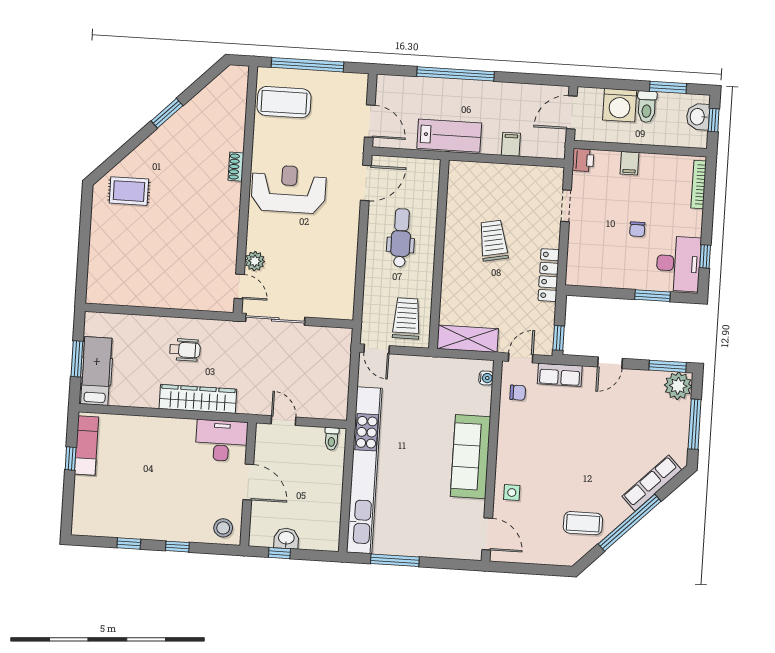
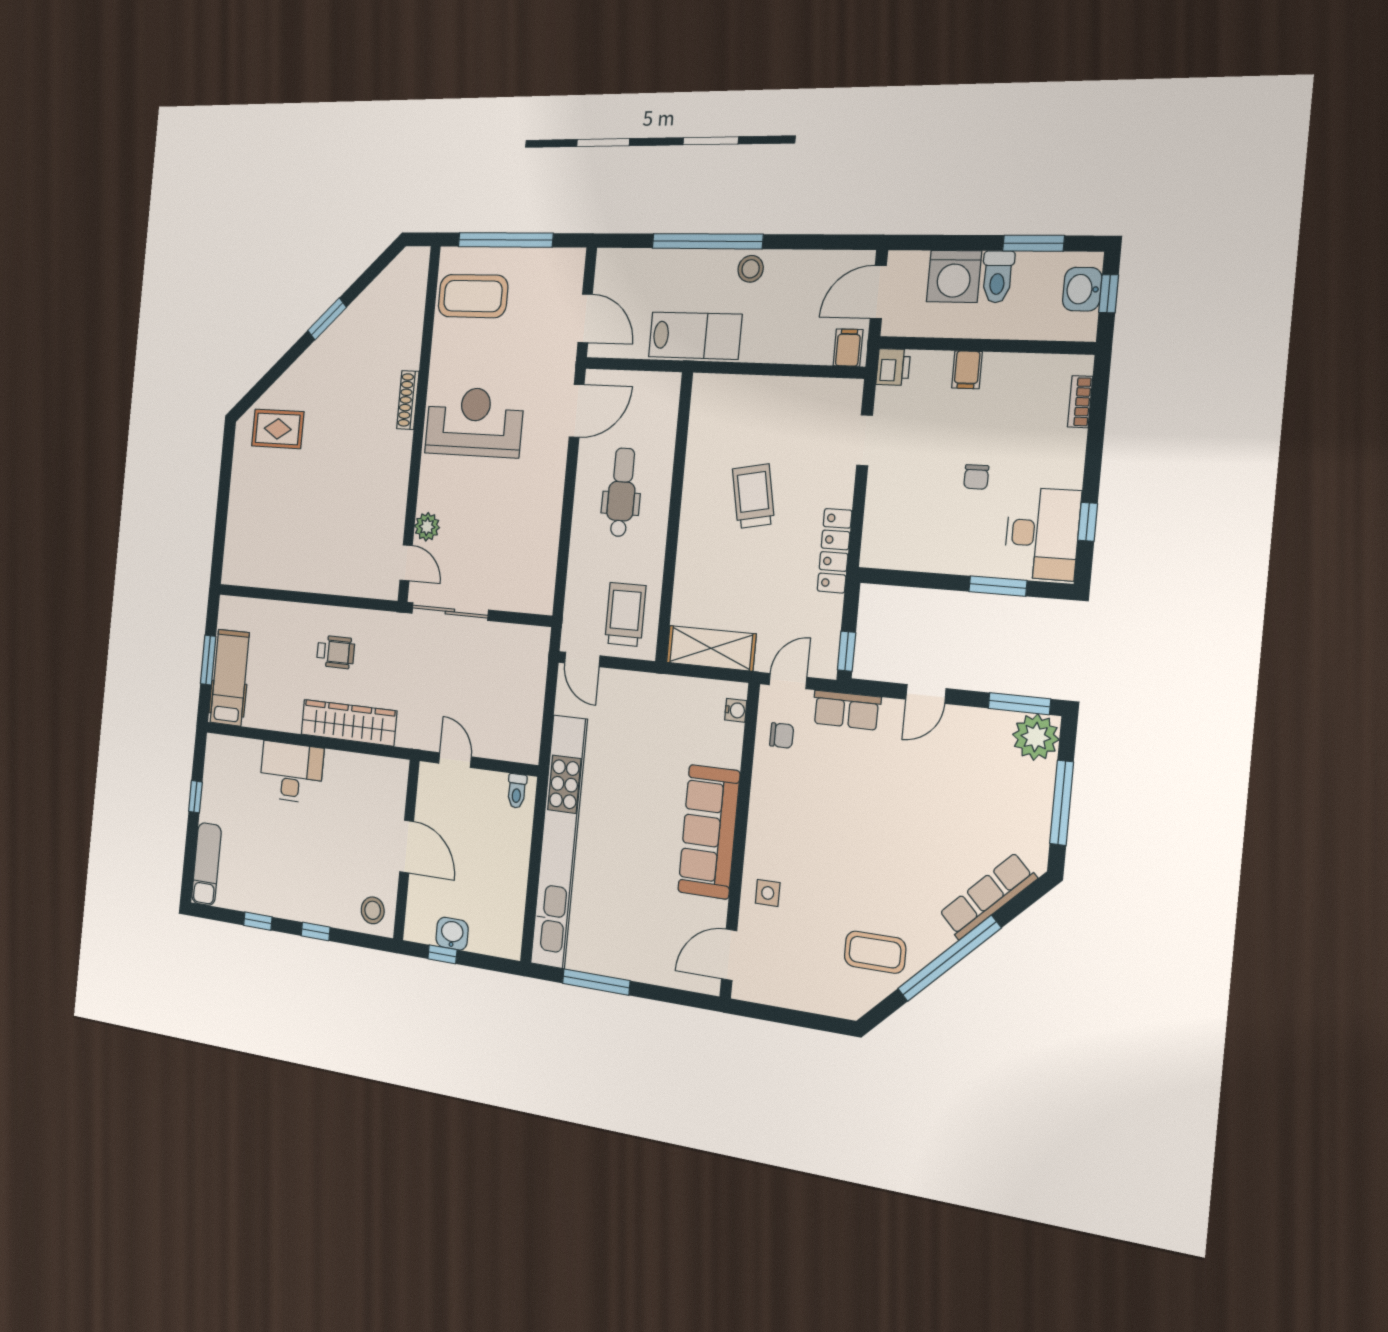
stool: (486, 94) -> (751, 269), added
filing cabinet: (511, 144) -> (848, 348), moved
shoe rack: (236, 167) -> (408, 400), width x1.43
bookcase: (699, 184) -> (1080, 402), width x0.64
desk: (221, 441) -> (291, 772), moved
exam couch: (86, 445) -> (206, 864), moved
door: (487, 534) -> (729, 955), swing flipped

